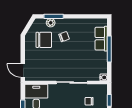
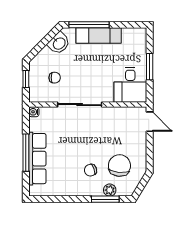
row of seats: (101, 39) -> (37, 159), width x1.48
chair: (44, 40) -> (119, 166), turned 96

